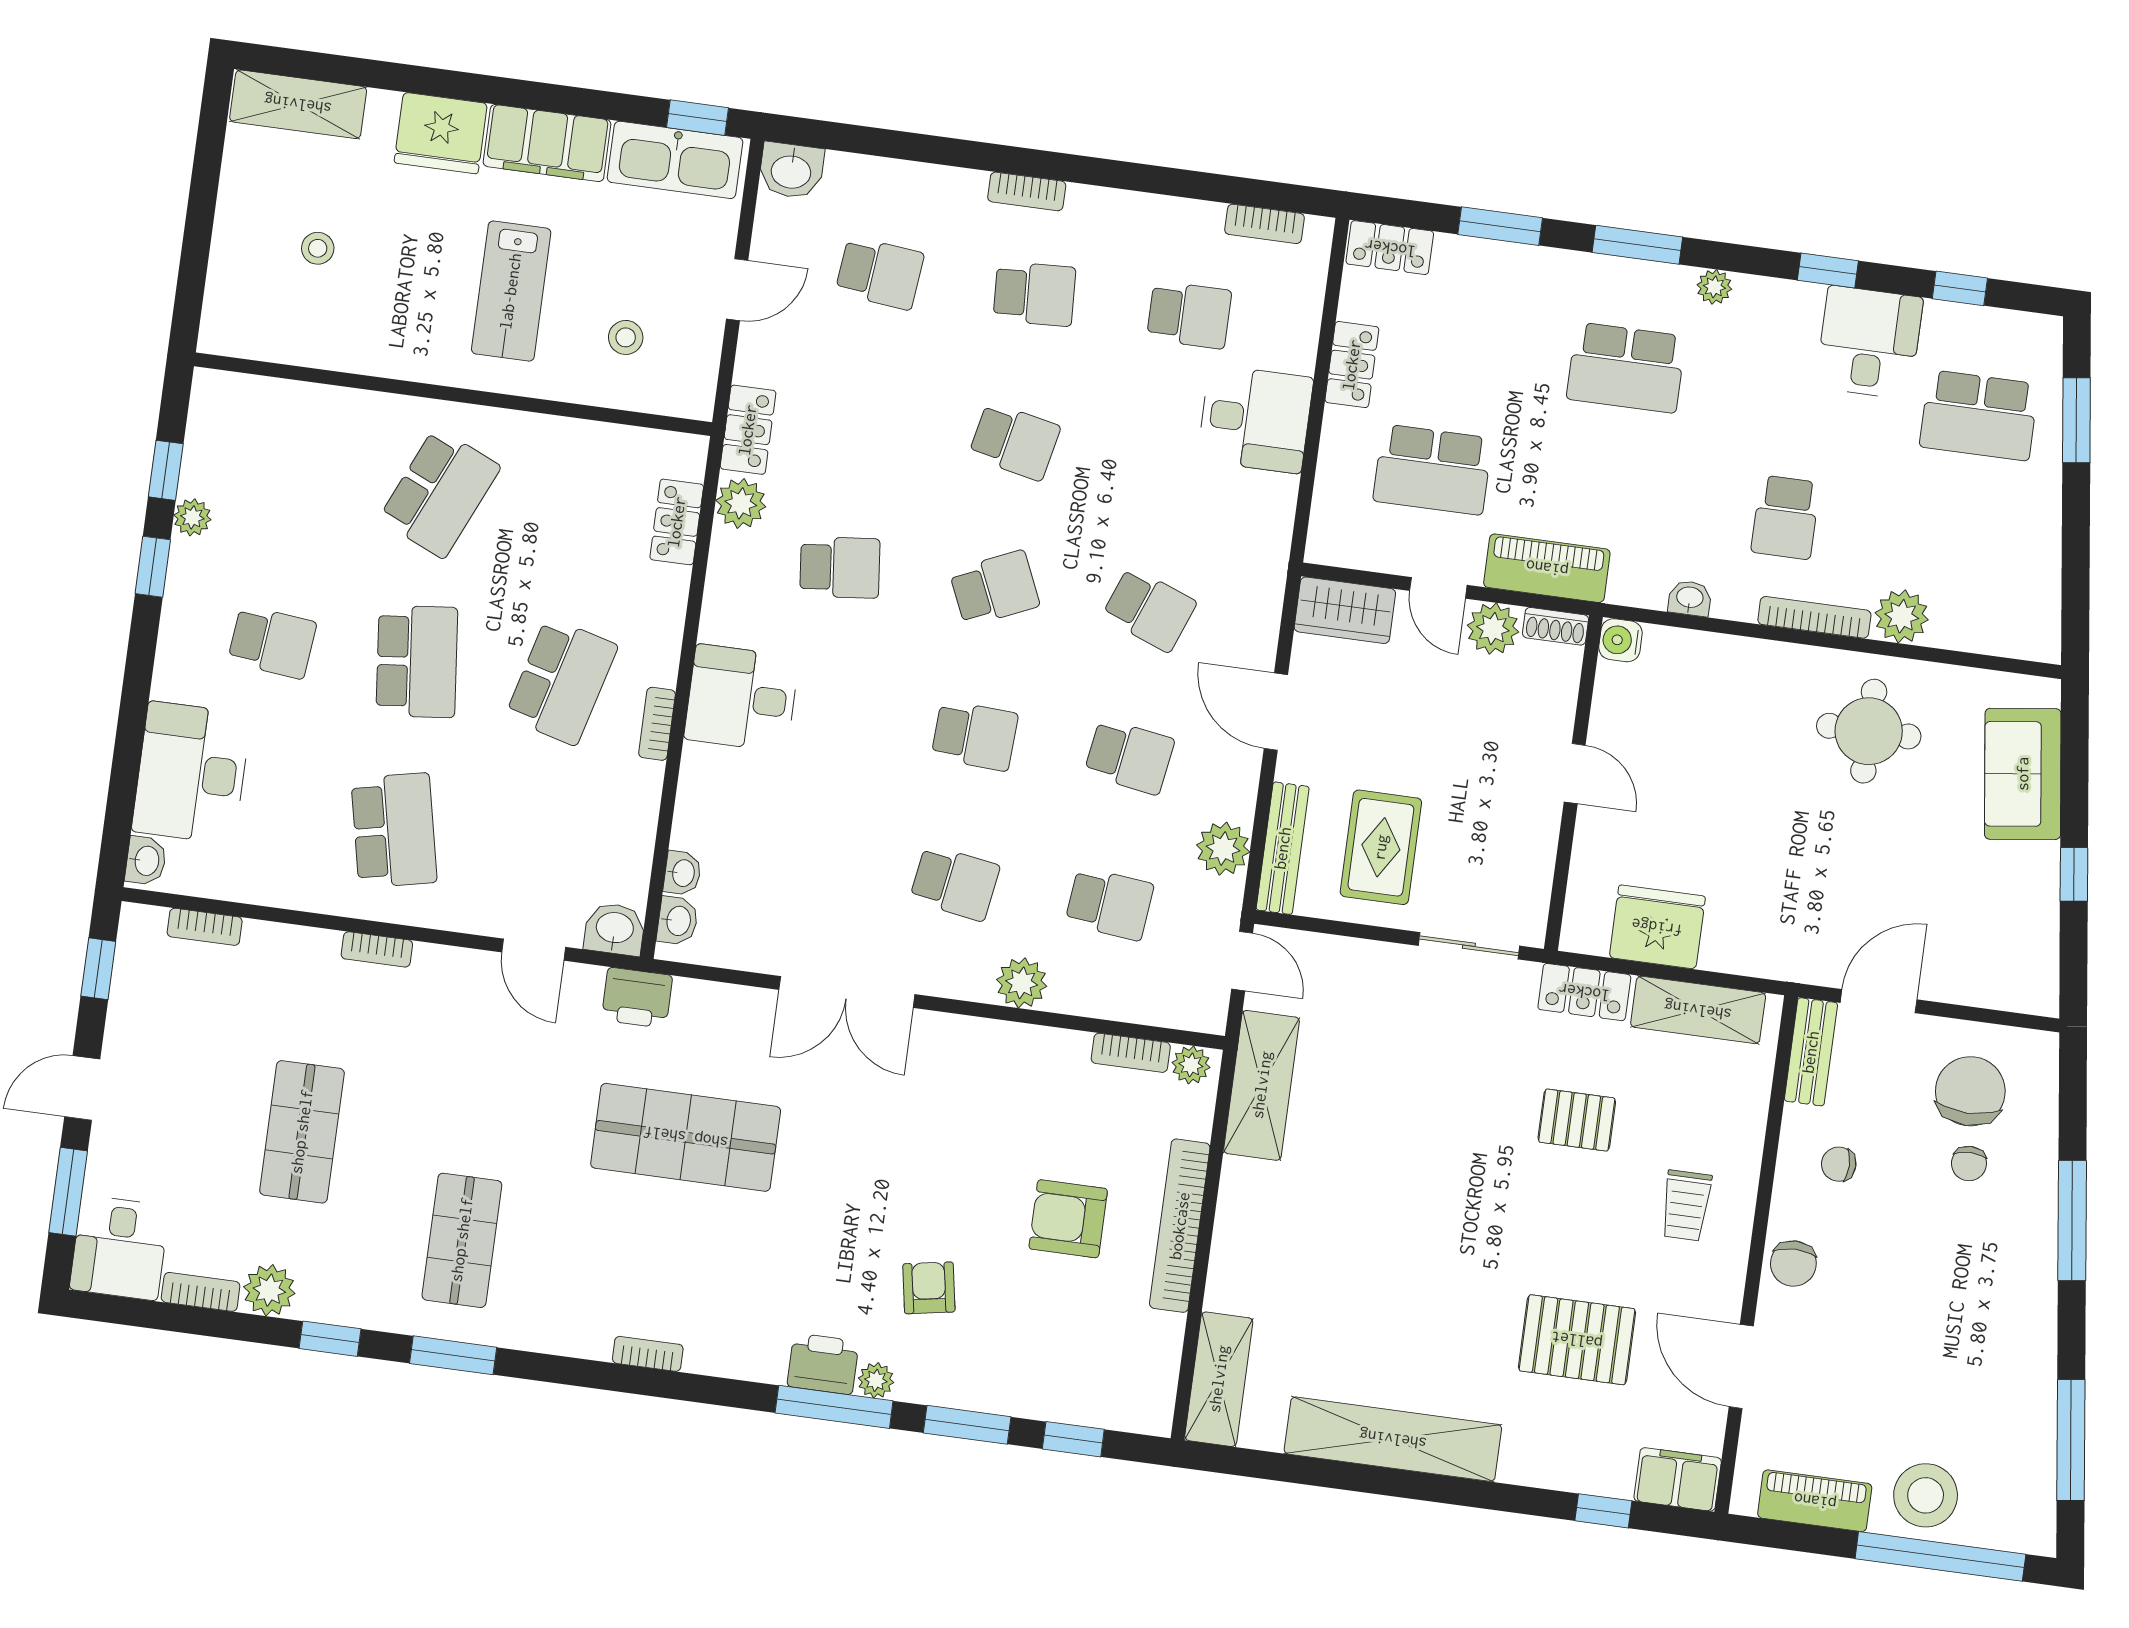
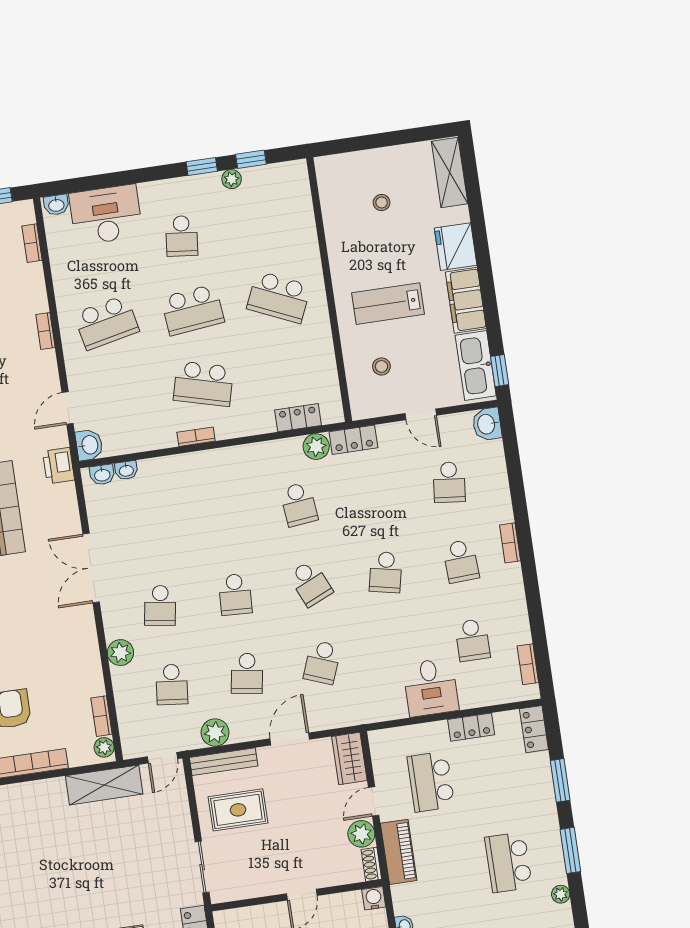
desk: (742, 698) -> (221, 475), removed

